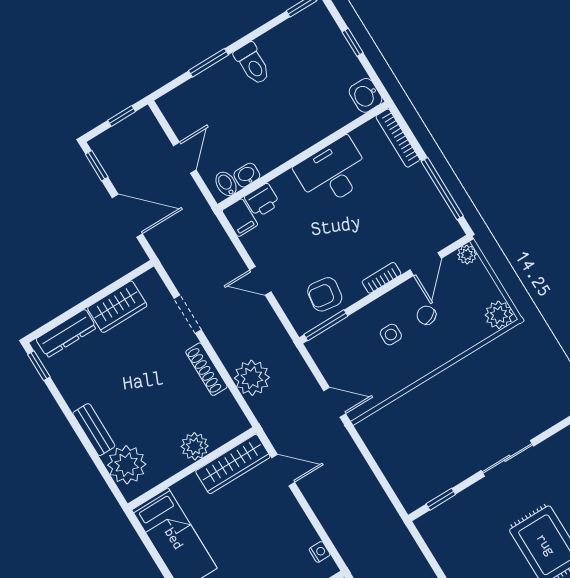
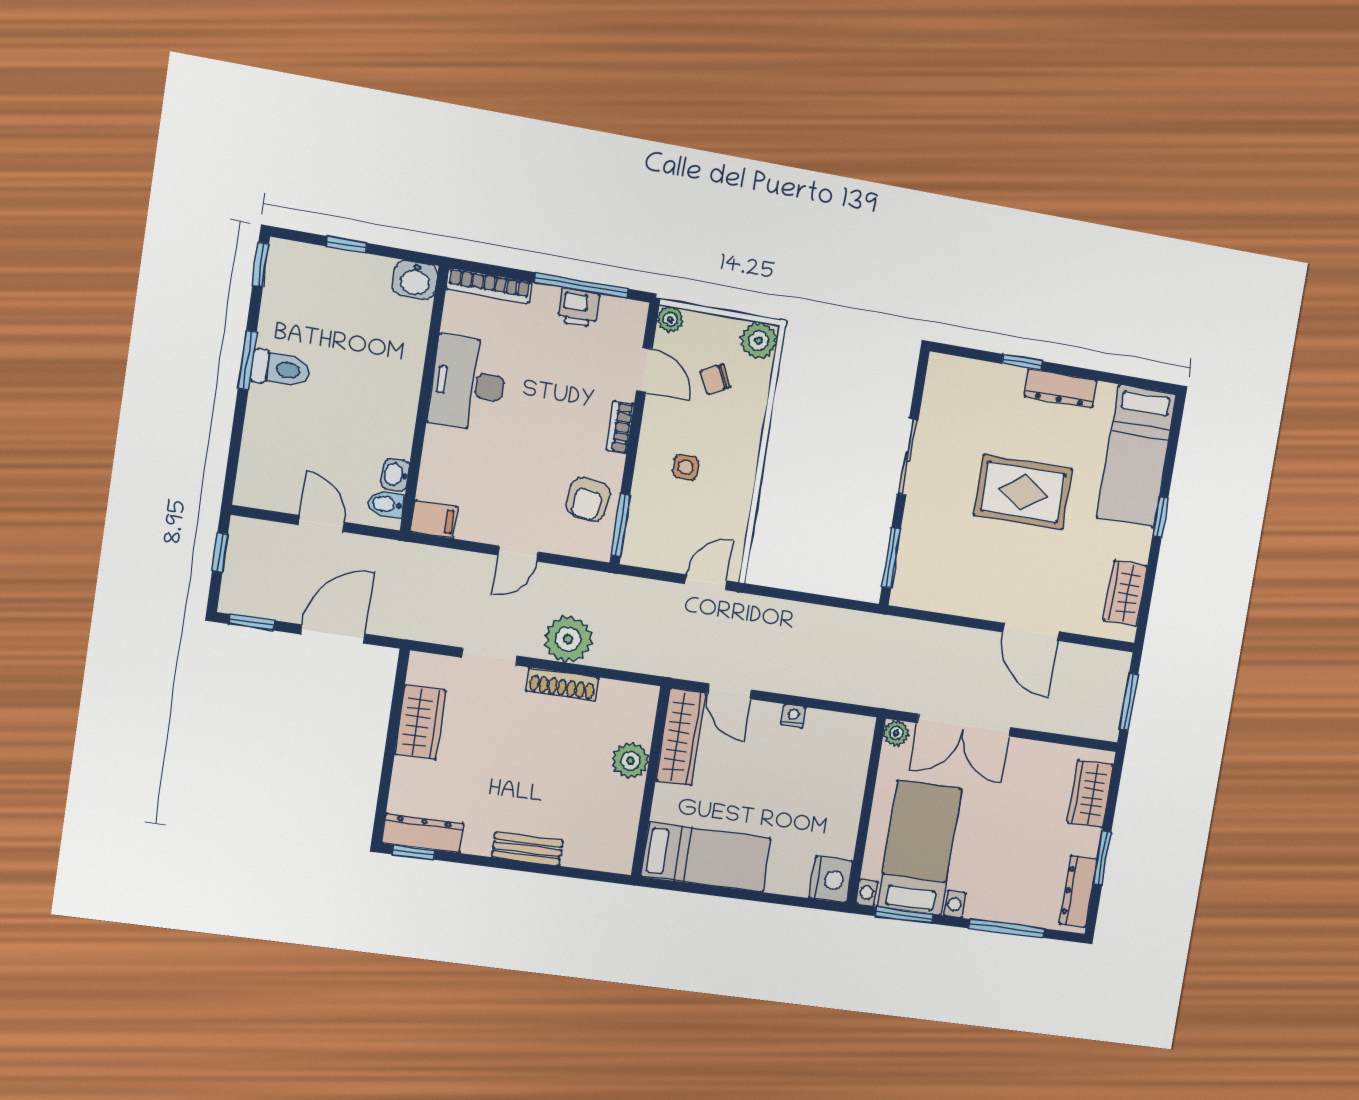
window: (208, 63) -> (247, 360), moved
printer: (262, 200) -> (578, 308), moved, turned 90
chair: (426, 315) -> (715, 379), moved
dresser: (66, 333) -> (423, 833), moved, turned -90
plant: (252, 378) -> (568, 639), moved
plant: (127, 465) -> (591, 845), removed
door: (283, 470) -> (730, 691), swing flipped
window: (441, 499) -> (891, 558), width x1.50
nightstand: (320, 552) -> (793, 716), moved

